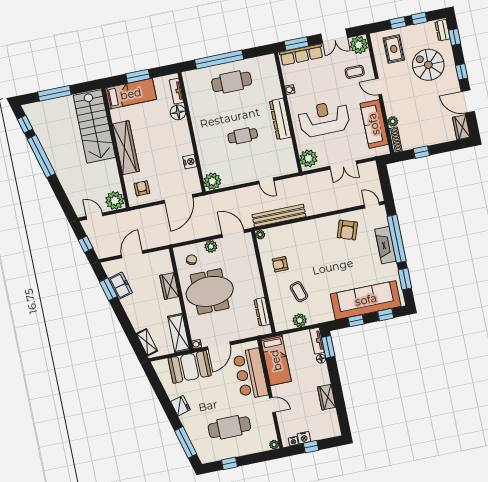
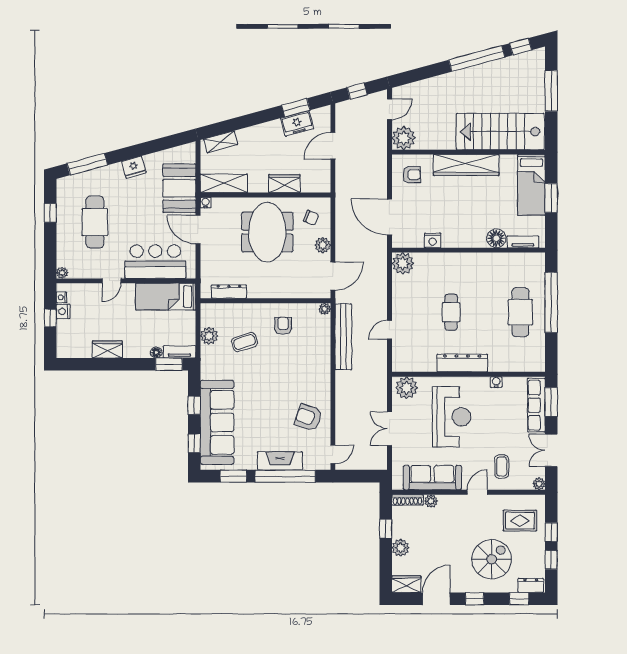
plant: (359, 45) -> (539, 484), width x0.53, depth x0.53
plant: (434, 138) -> (401, 548), added
door: (132, 254) -> (333, 146), swing flipped

